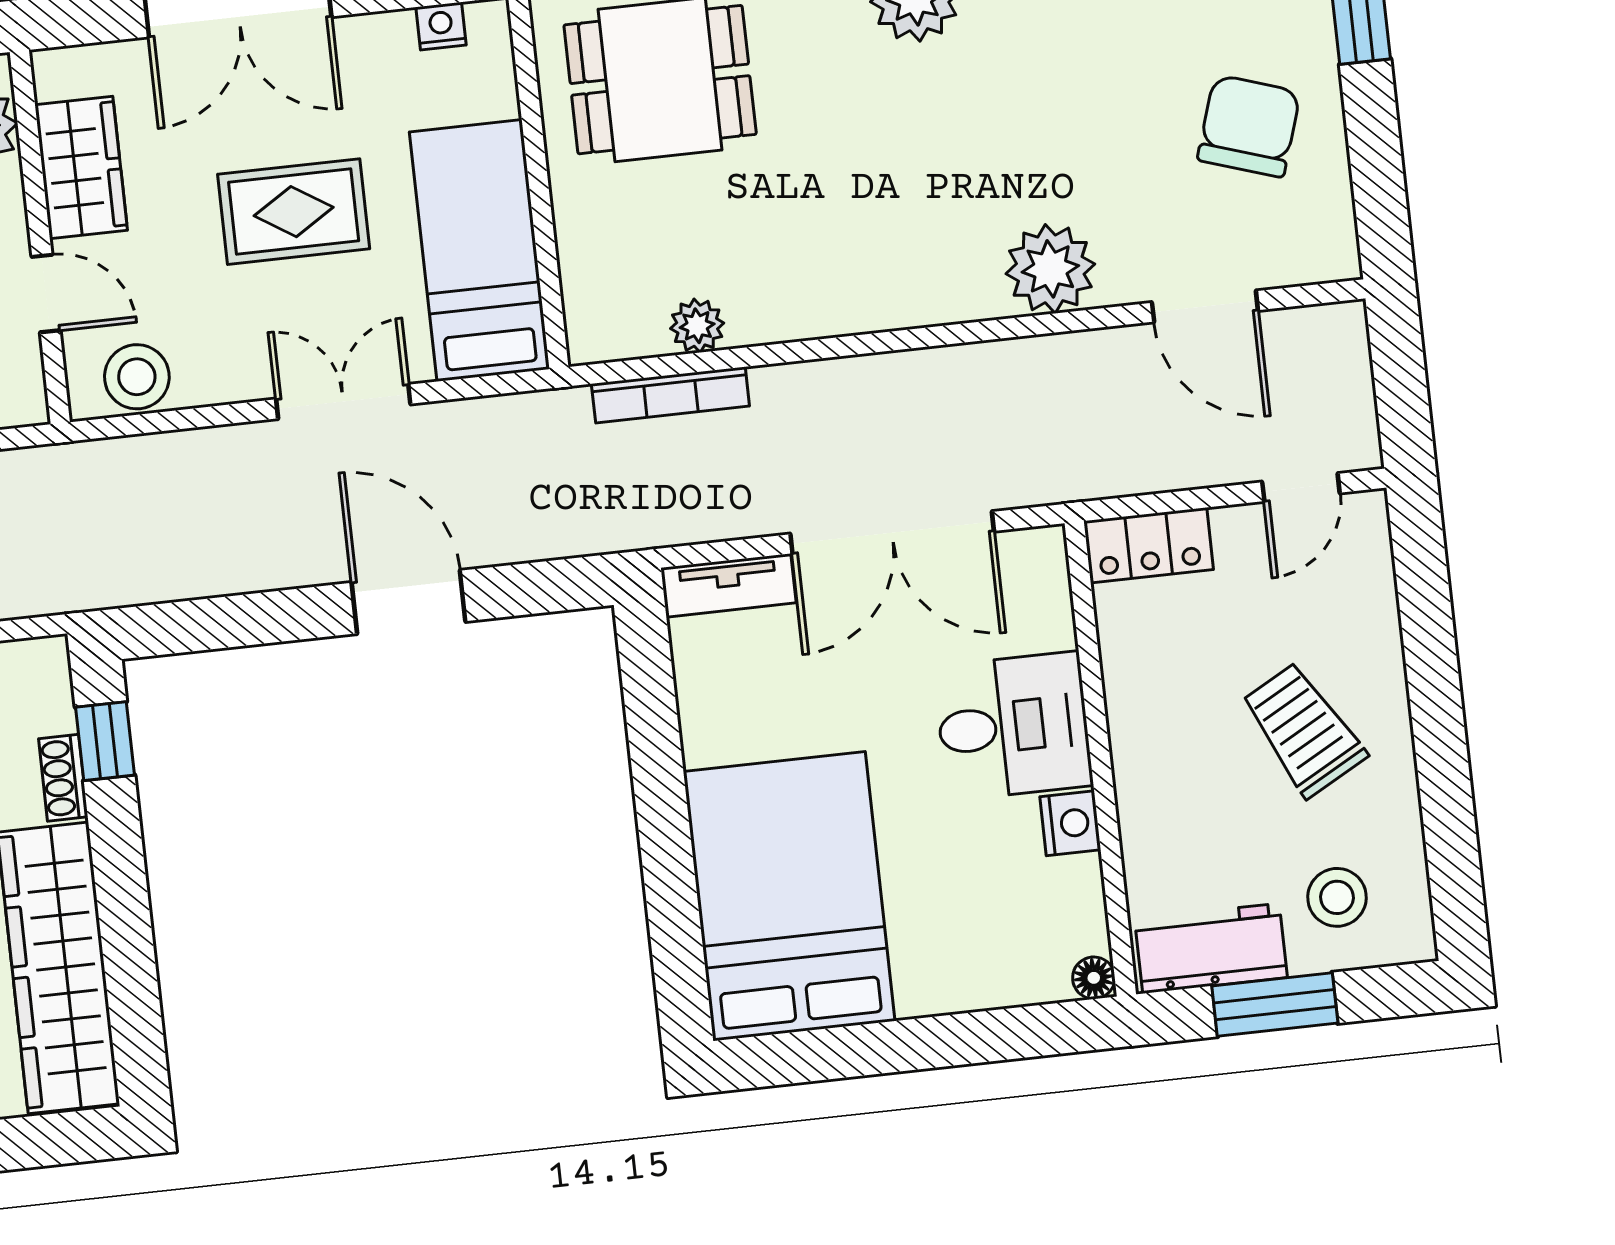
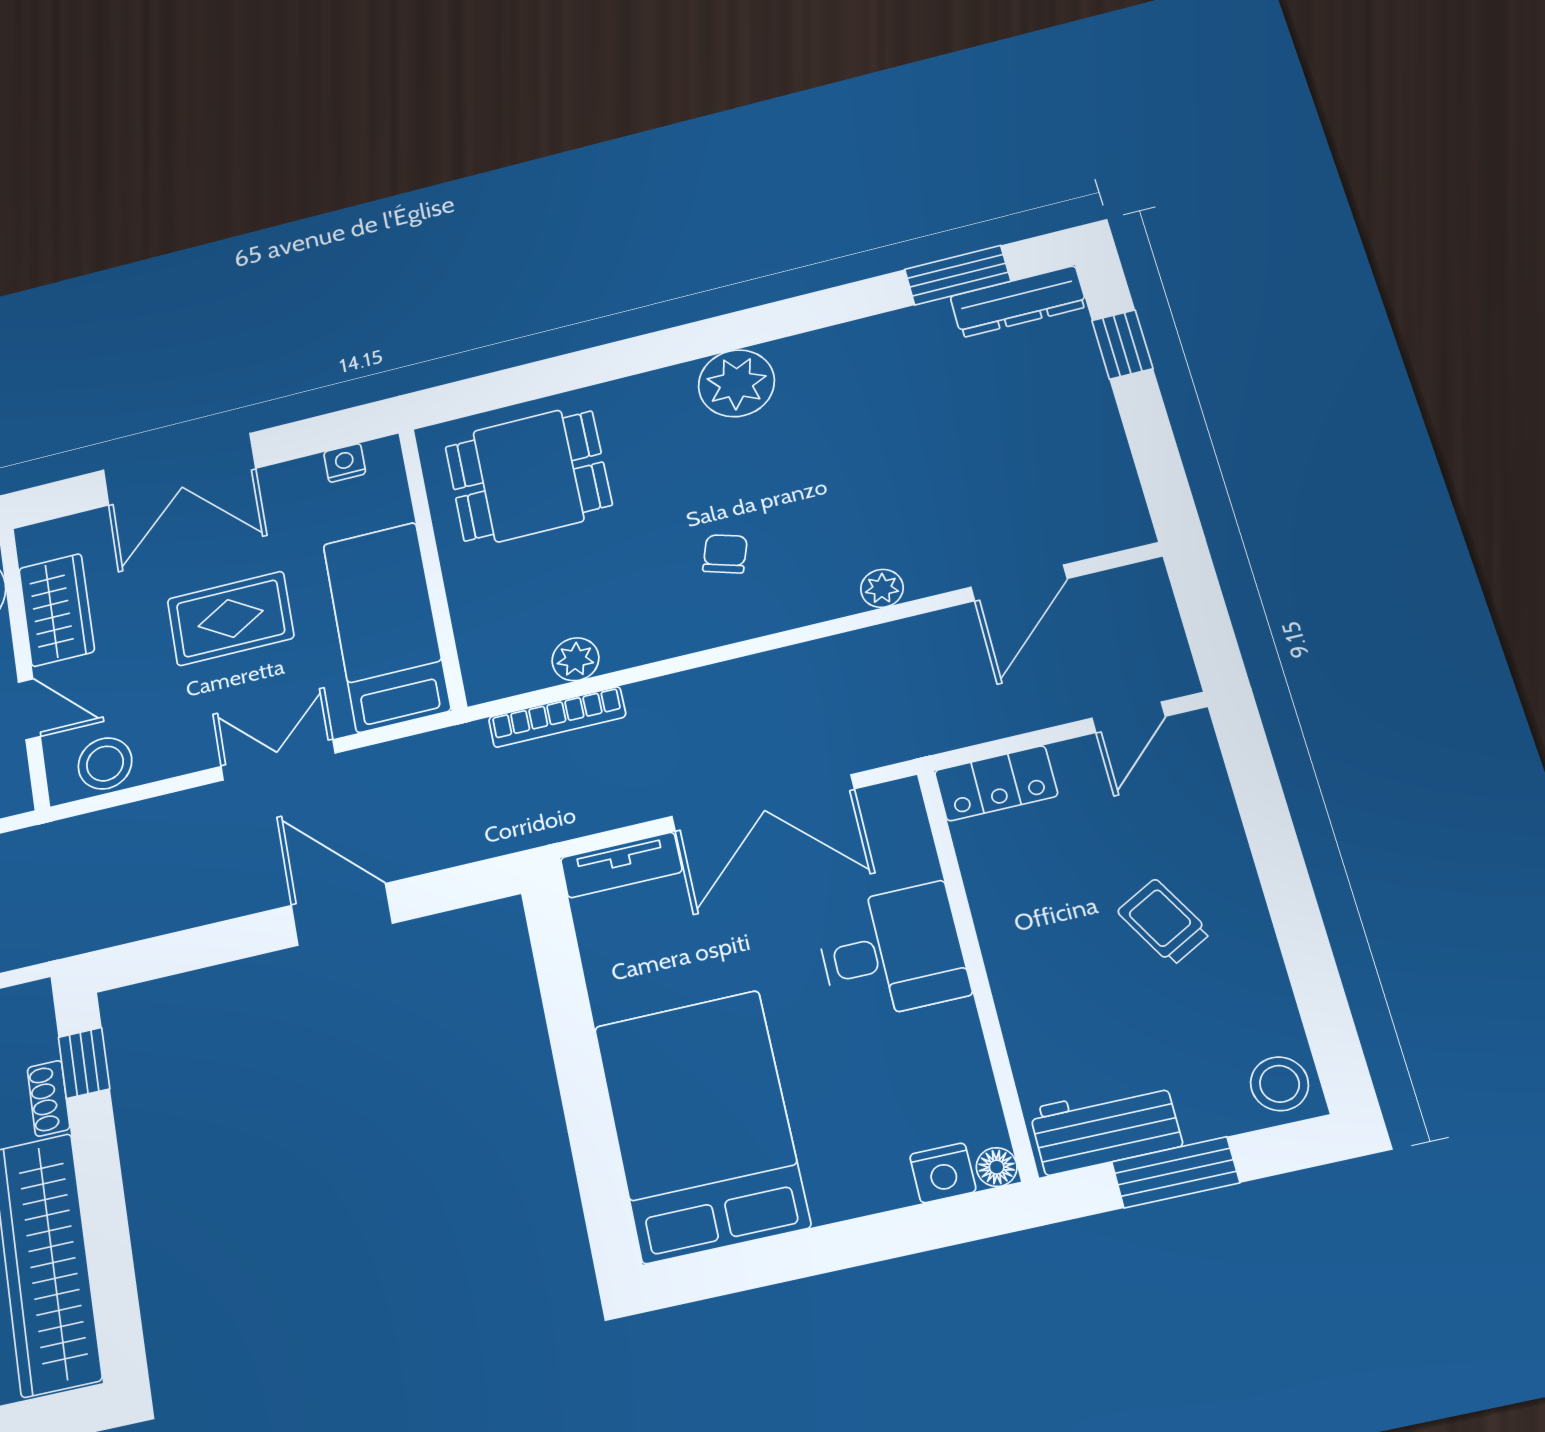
chair: (1249, 126) -> (725, 554), moved, width x0.54, depth x0.54
plant: (1050, 269) -> (882, 588), width x0.53, depth x0.53
door: (1205, 306) -> (1019, 583), hinge flipped
trolley: (1303, 730) -> (1164, 922), width x0.73, depth x0.72
nightstand: (1070, 823) -> (943, 1173), moved, turned 90
stool: (1337, 897) -> (1279, 1084), moved

